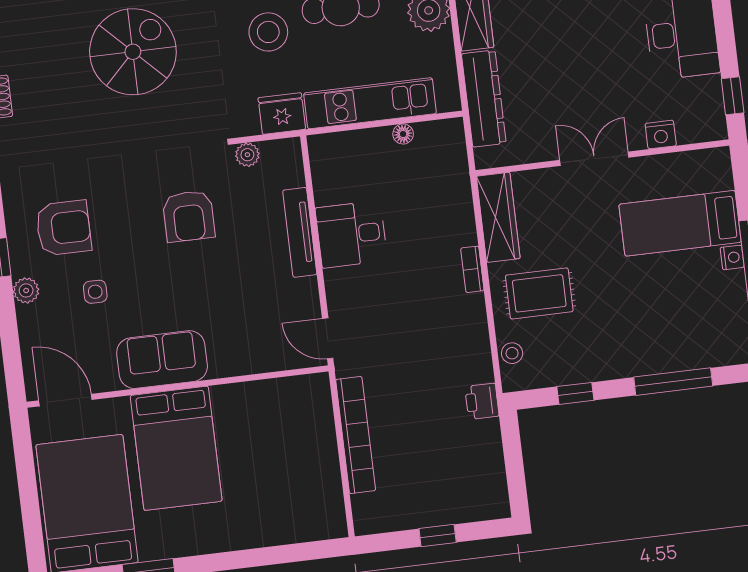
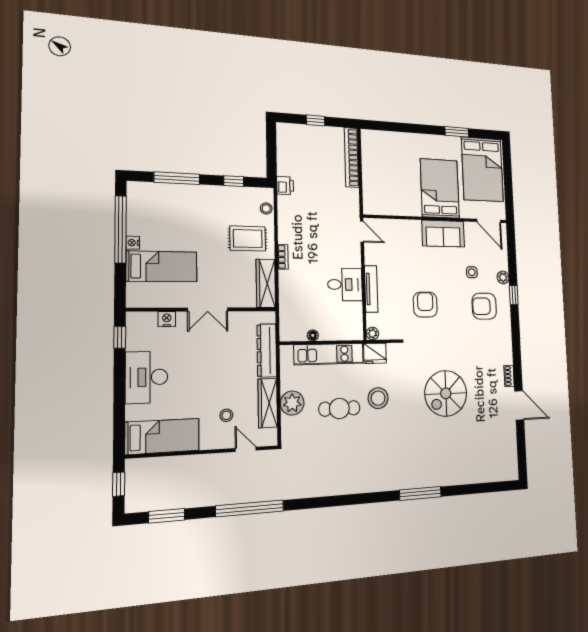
plant: (247, 155) -> (372, 334), moved
bookcase: (356, 435) -> (352, 157), moved

